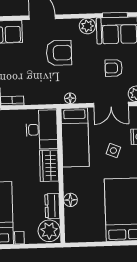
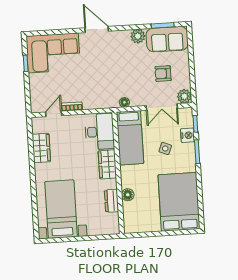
armchair: (59, 53) -> (113, 61), removed
plant: (49, 231) -> (109, 223), removed

